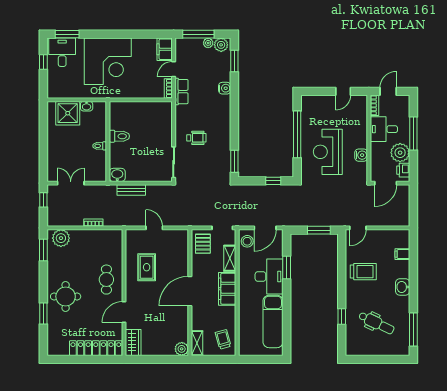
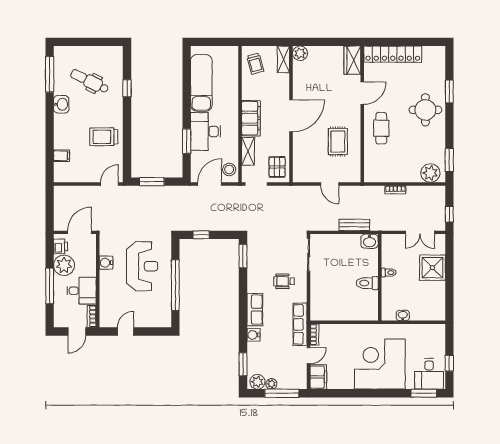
row of seats: (182, 92) -> (300, 324), width x1.48
row of seats: (223, 112) -> (255, 310), added
shower: (68, 113) -> (432, 268), moved
washbasin: (403, 287) -> (61, 104), moved

